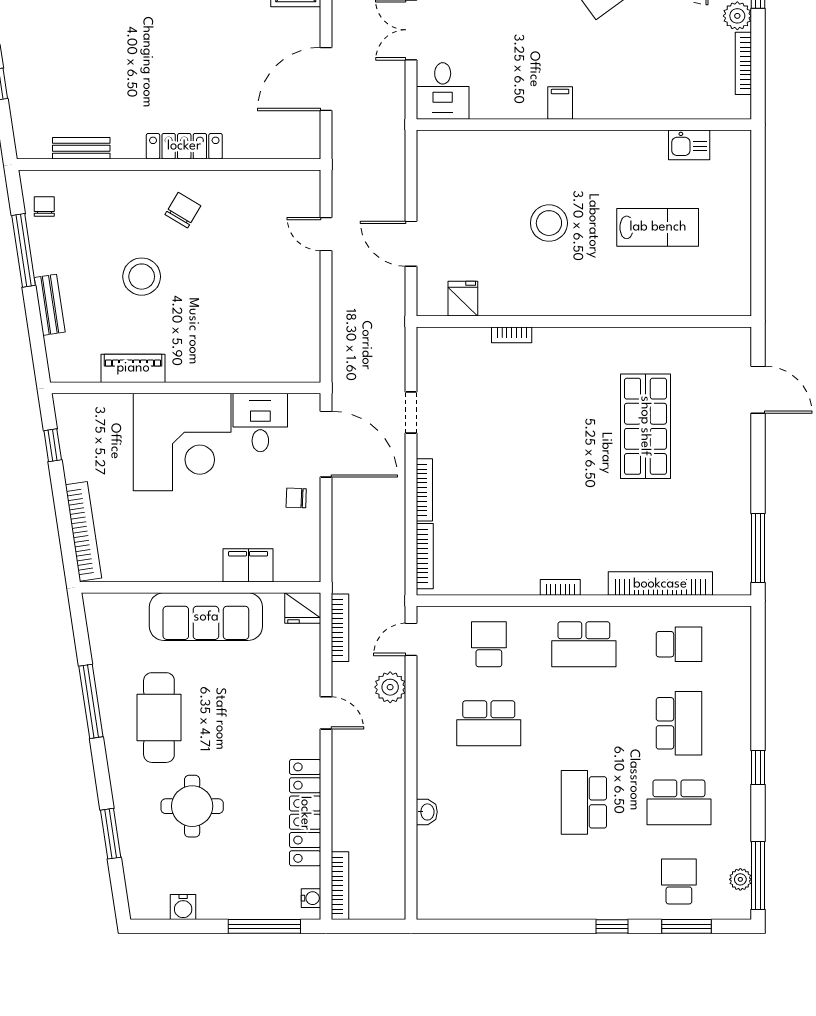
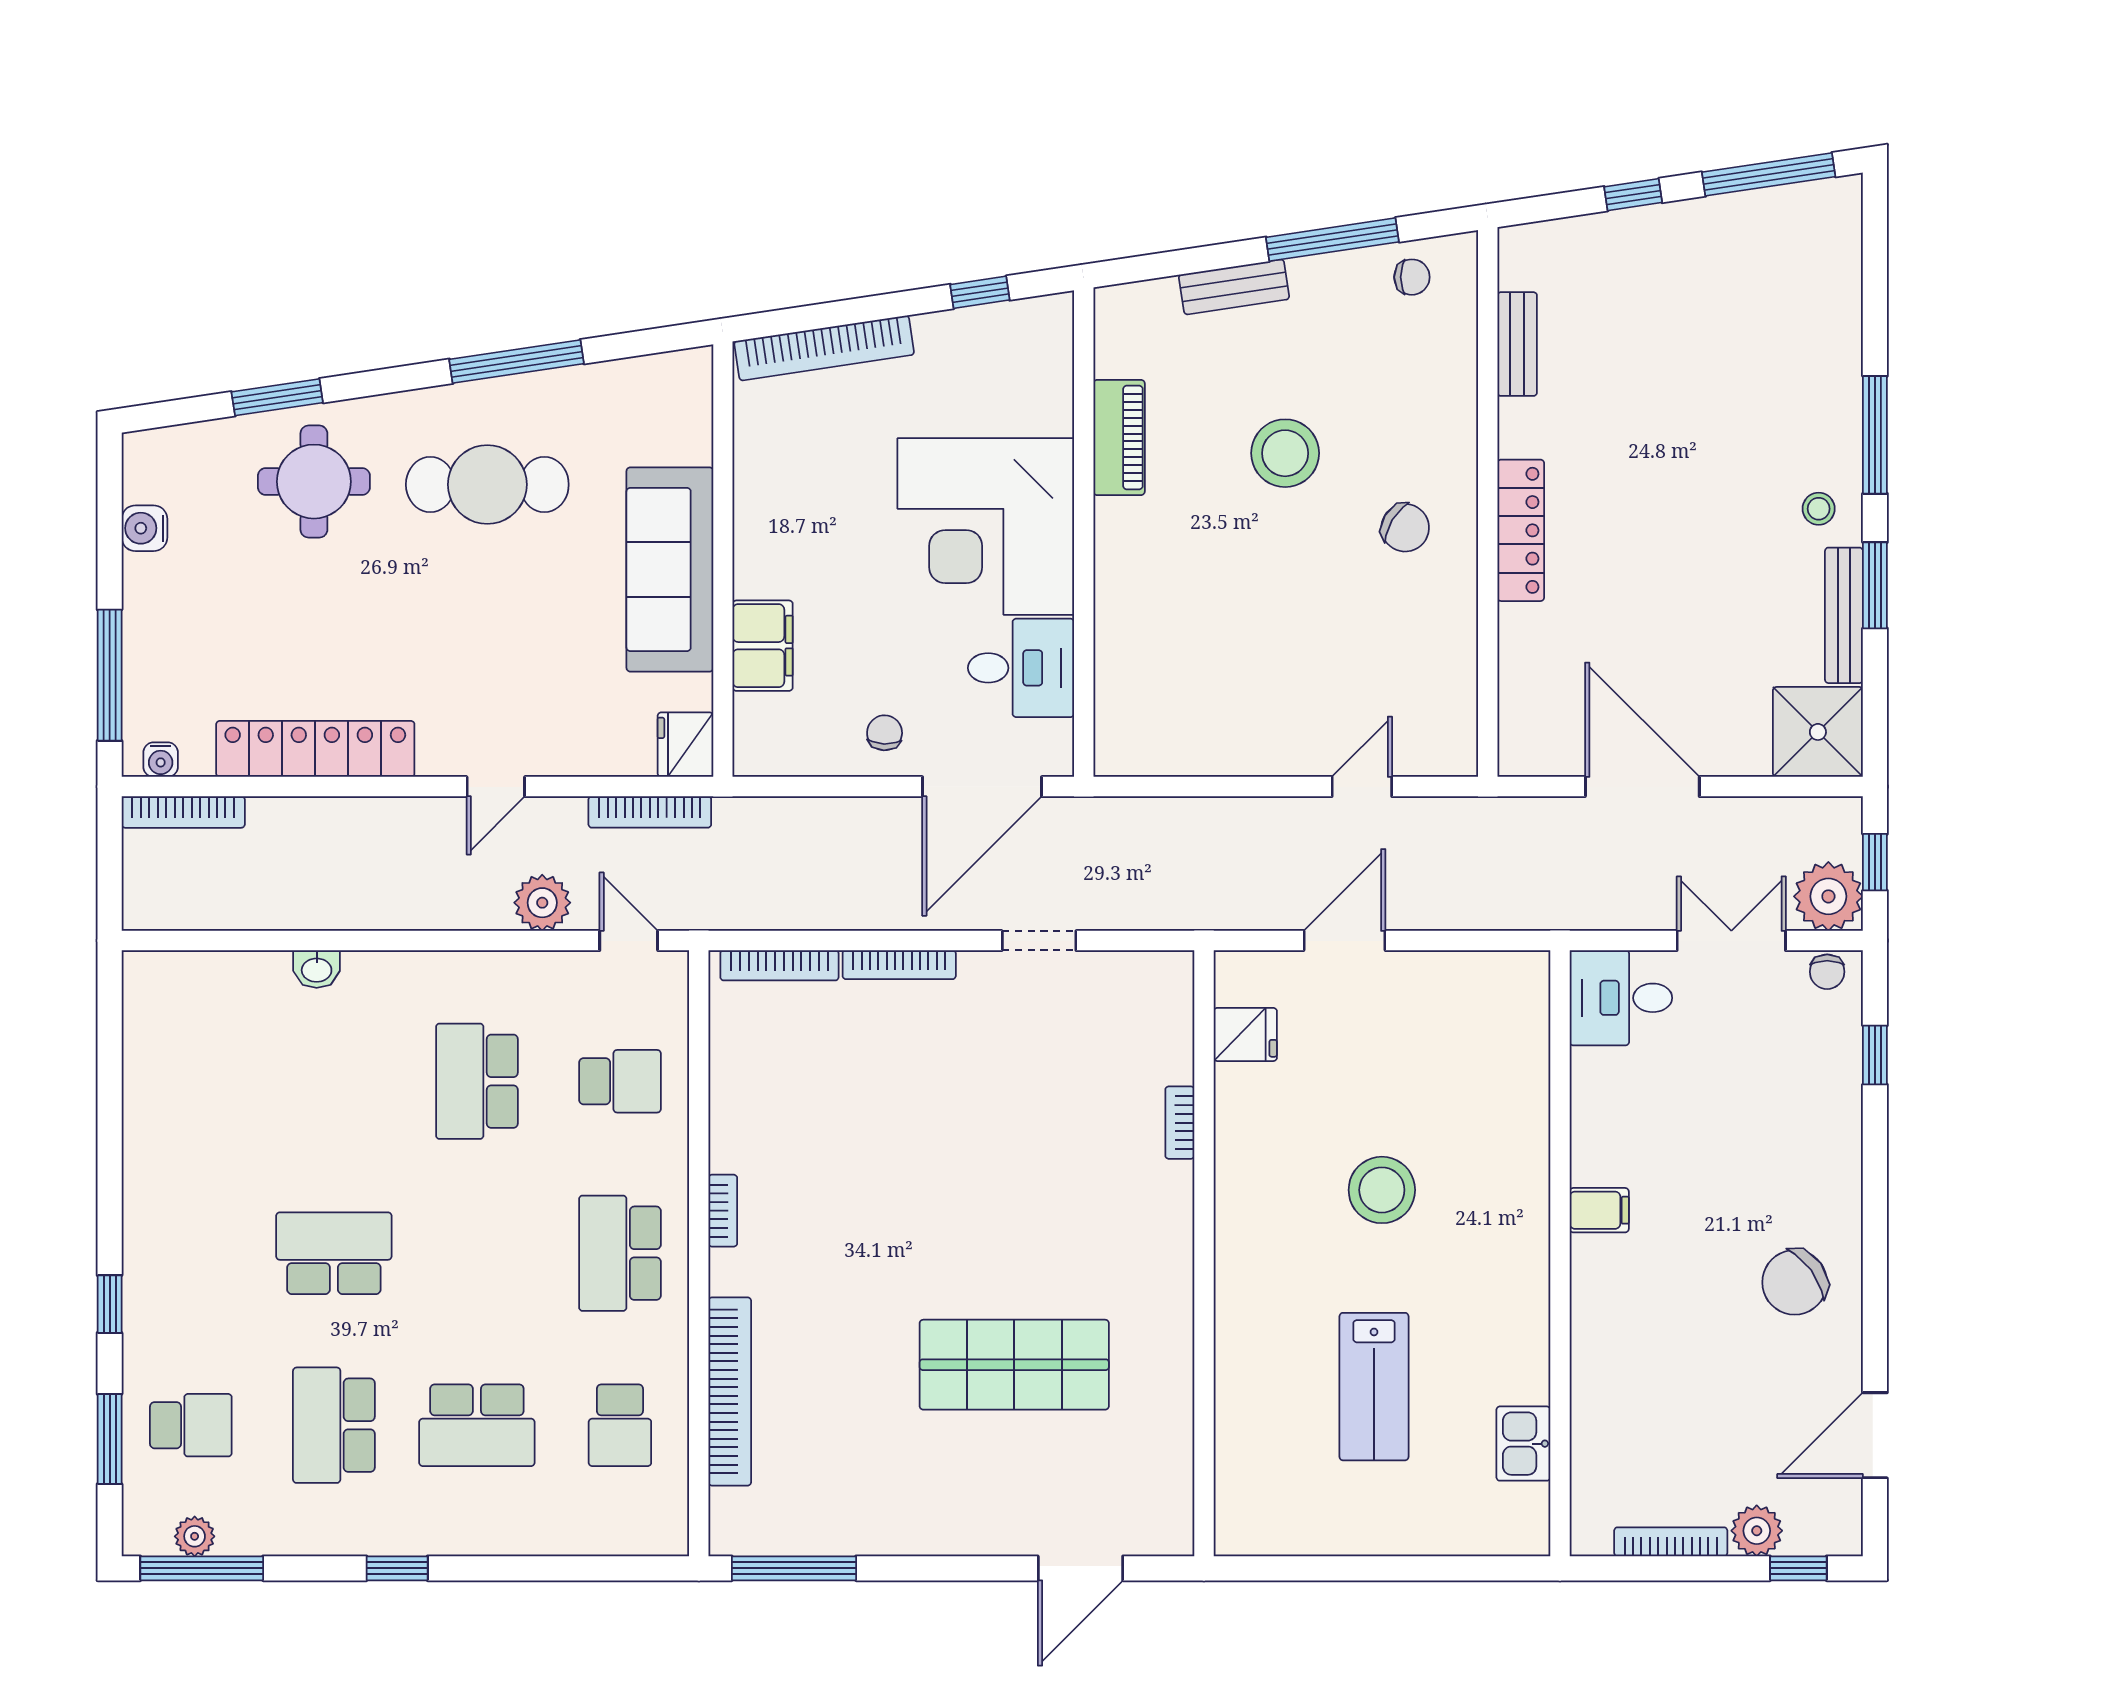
round table: (192, 806) -> (314, 482), moved

